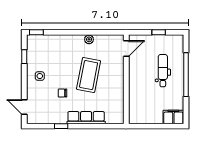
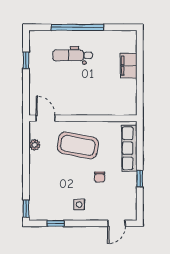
door: (126, 48) -> (46, 118), moved
wall: (126, 79) -> (83, 118), moved
filing cabinet: (173, 117) -> (129, 66), moved

